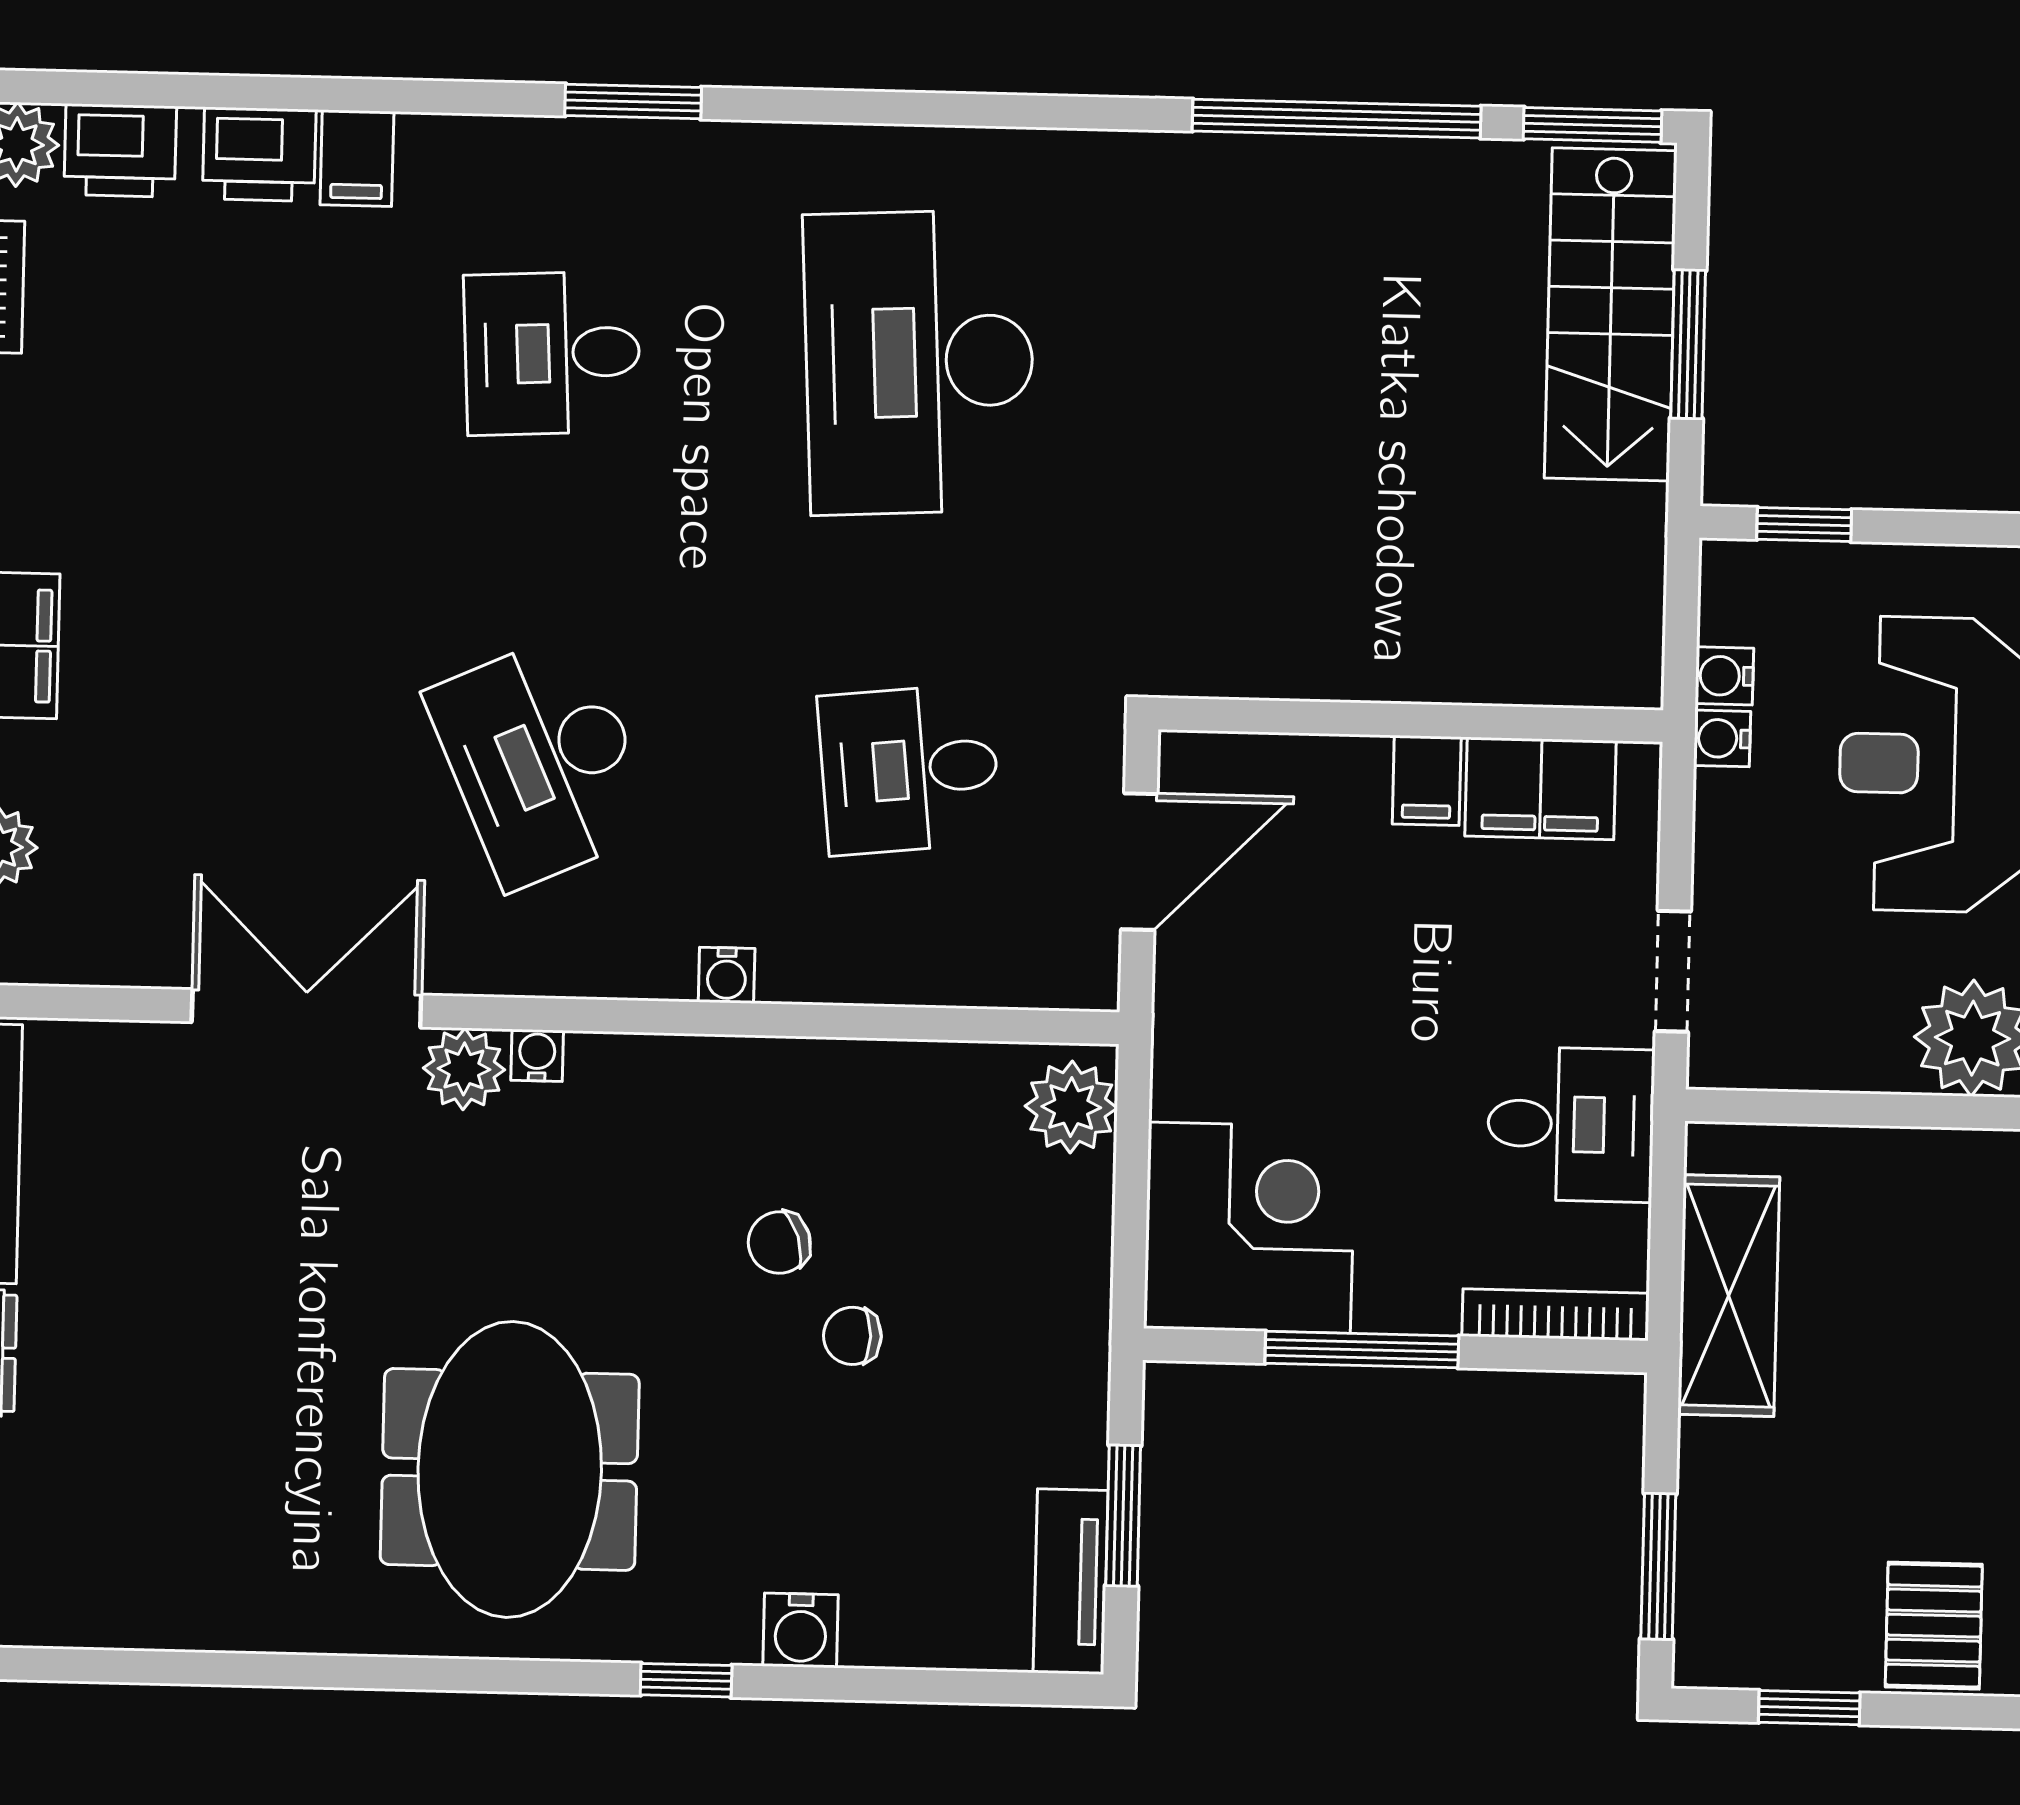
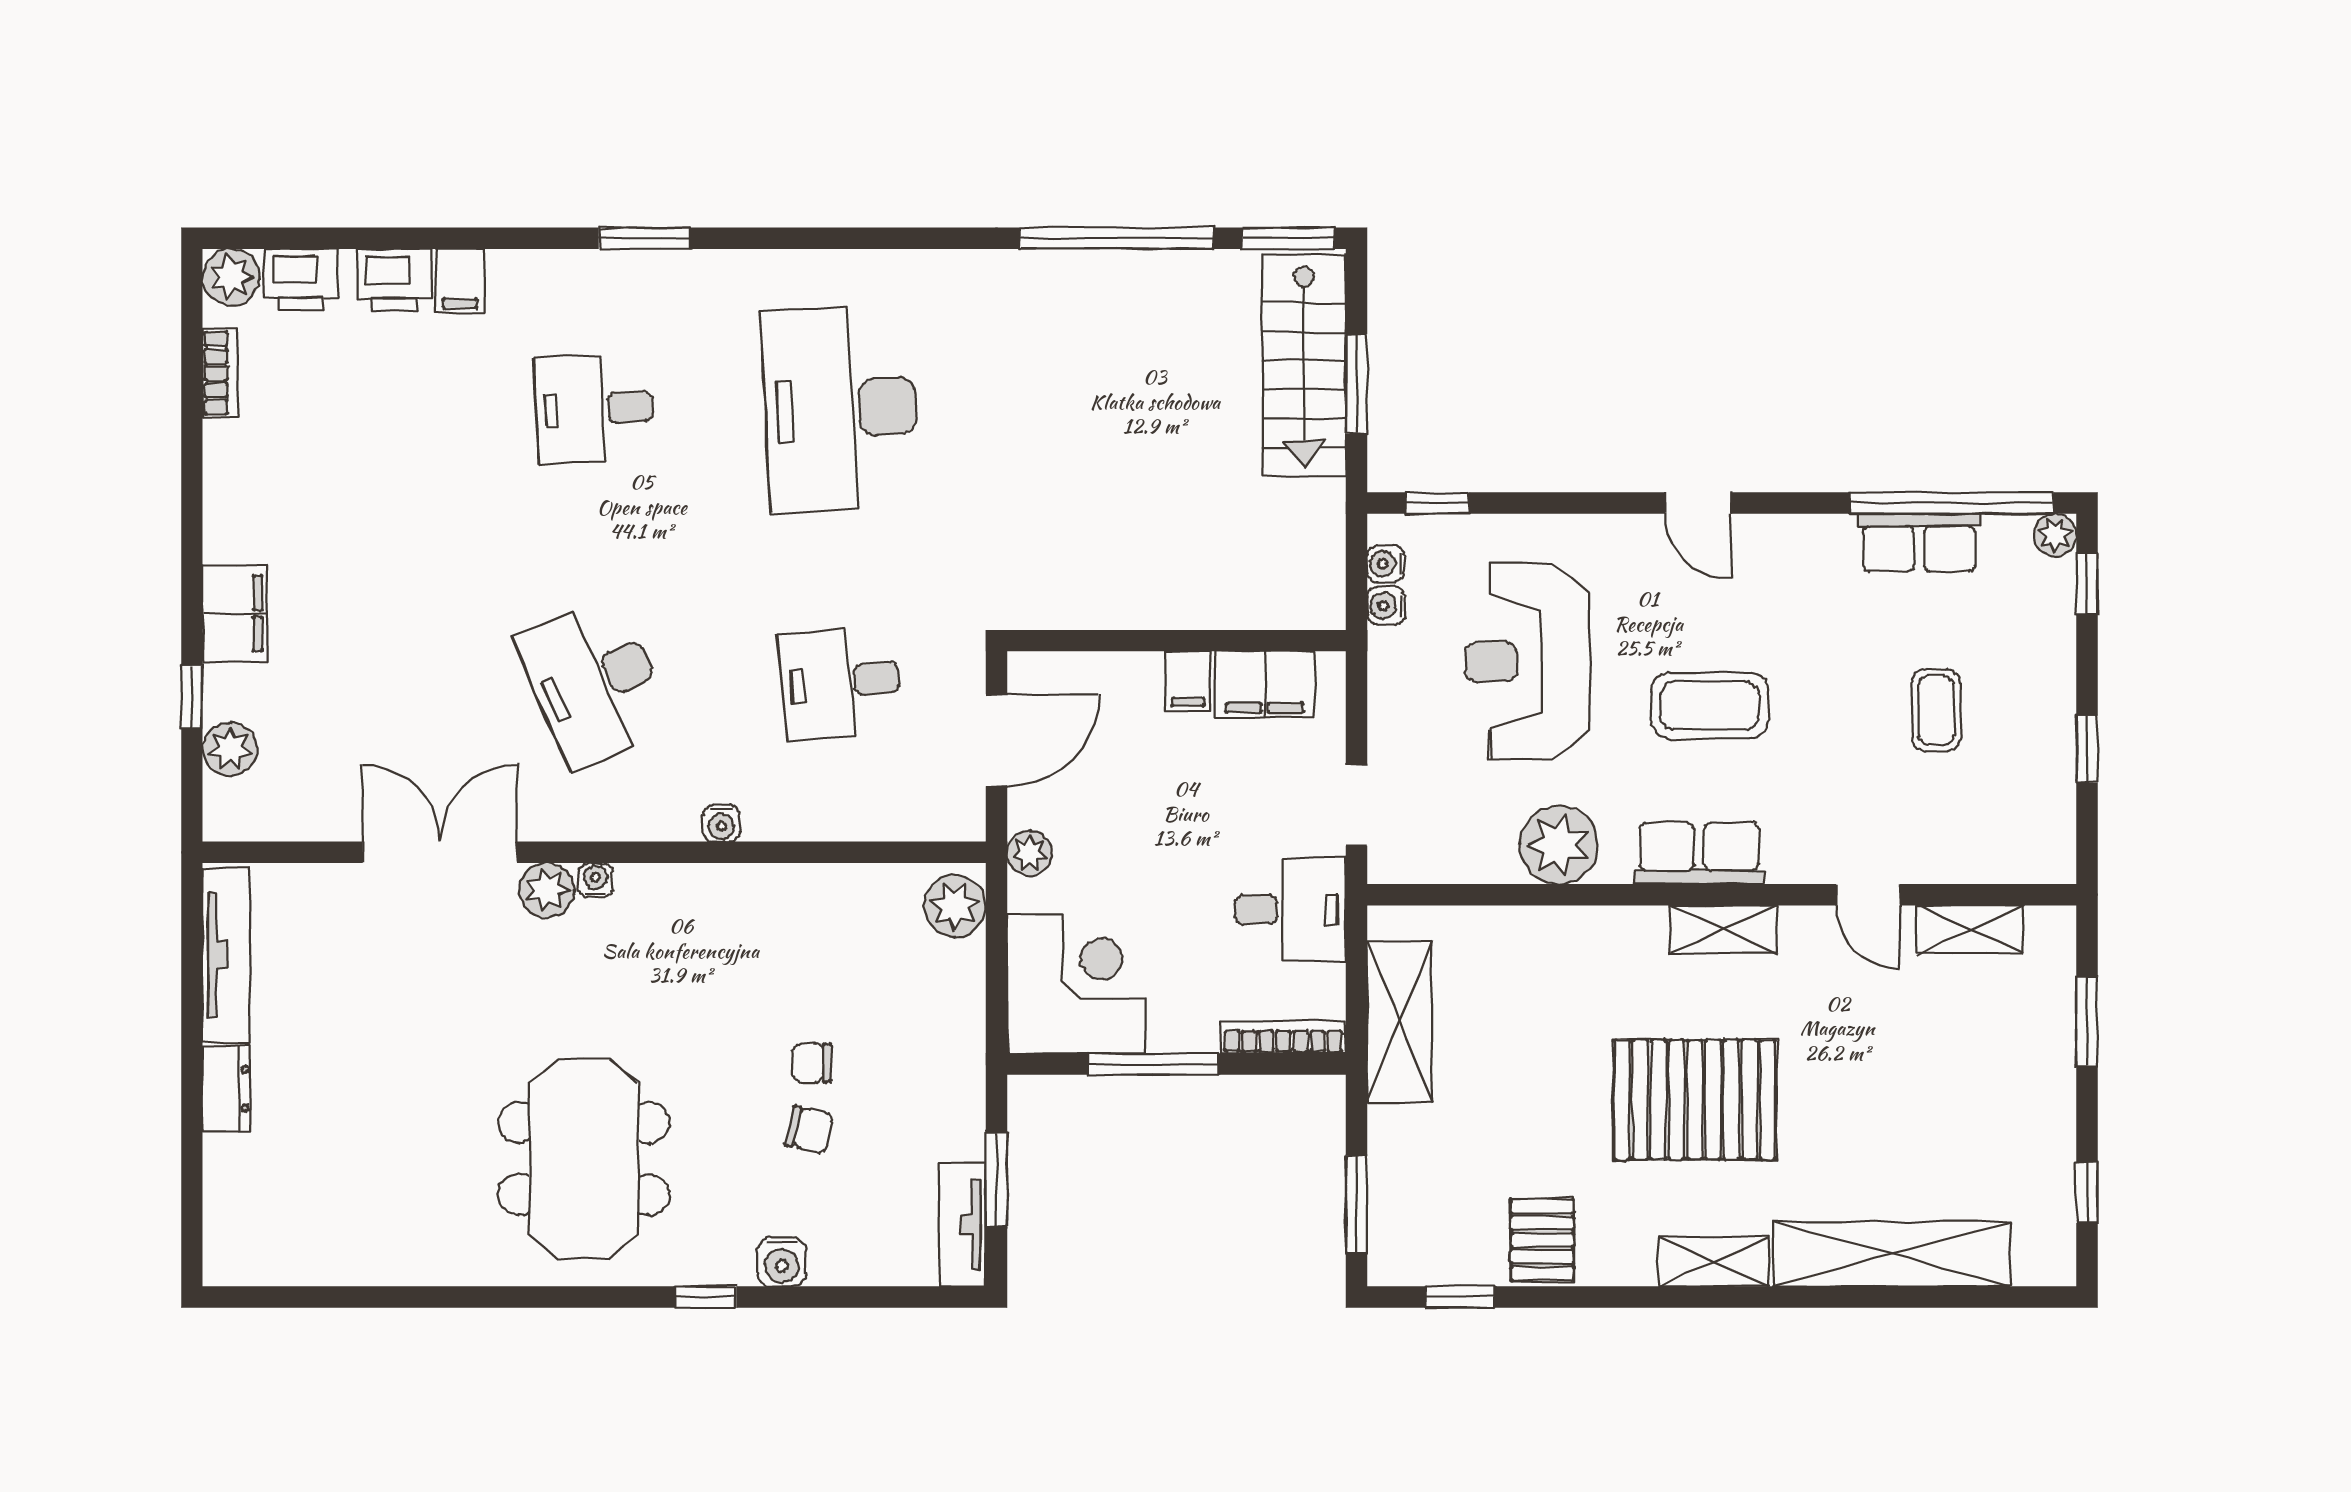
water cooler: (1722, 738) -> (1386, 564), moved
plant: (1184, 1031) -> (1029, 853), added
chair: (779, 1243) -> (809, 1130), moved, turned -149

